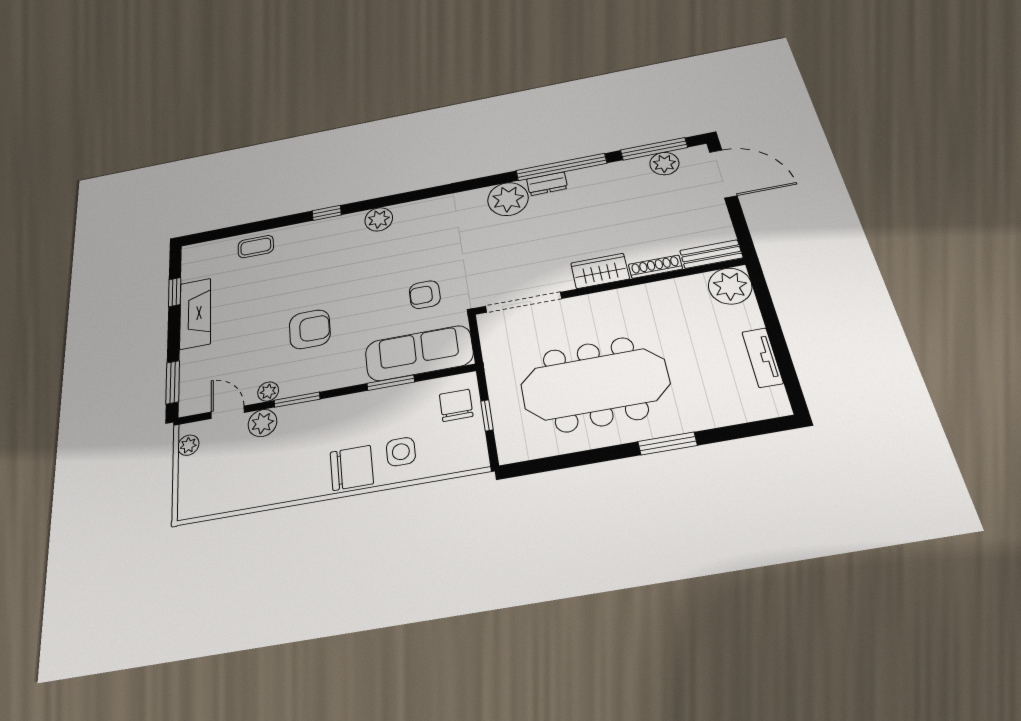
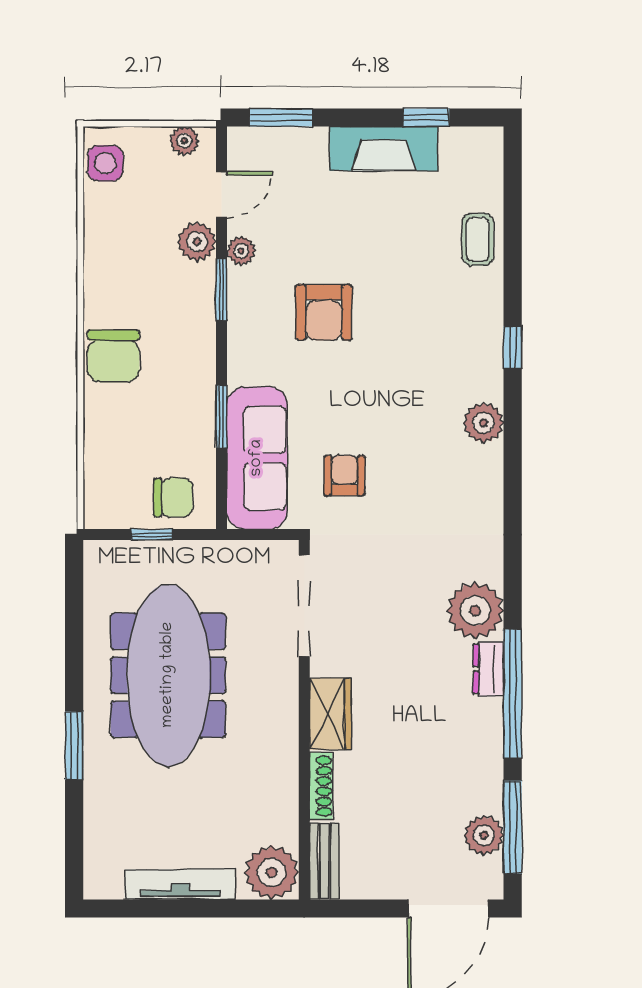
tv unit: (762, 358) -> (180, 884), width x1.41
side table: (401, 452) -> (105, 163), moved

